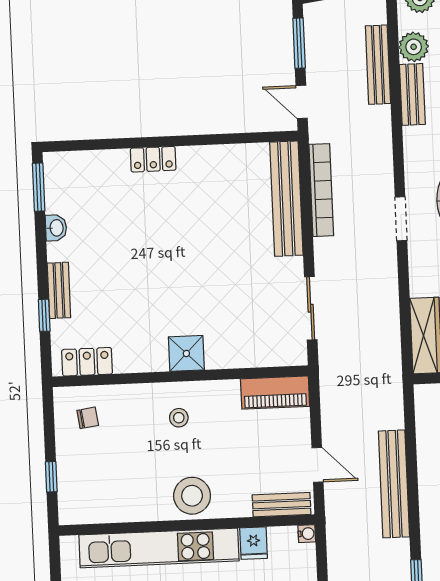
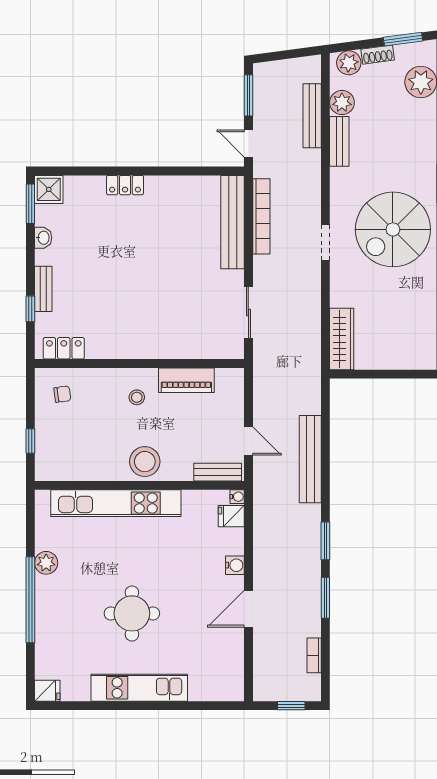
shower: (186, 353) -> (49, 189), moved
piano: (275, 393) -> (186, 380), moved
fridge: (254, 543) -> (231, 516), moved, turned 90

